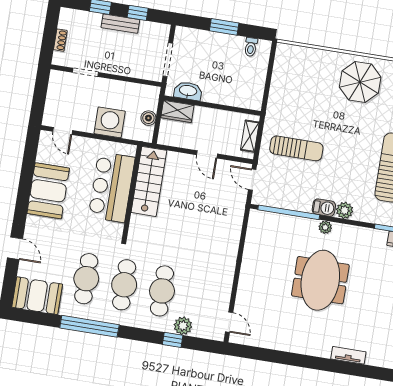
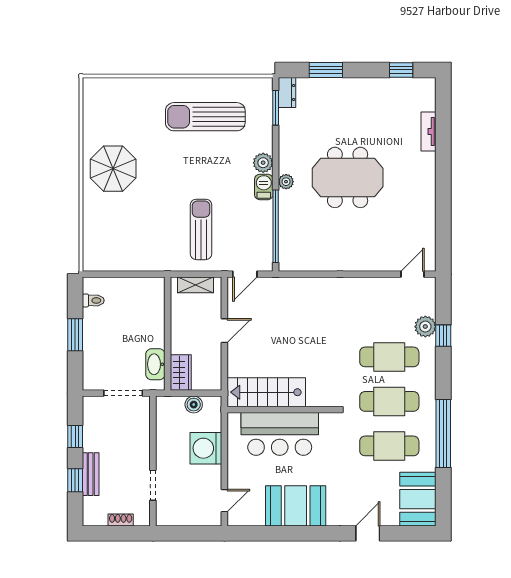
bench: (120, 24) -> (91, 474), moved

